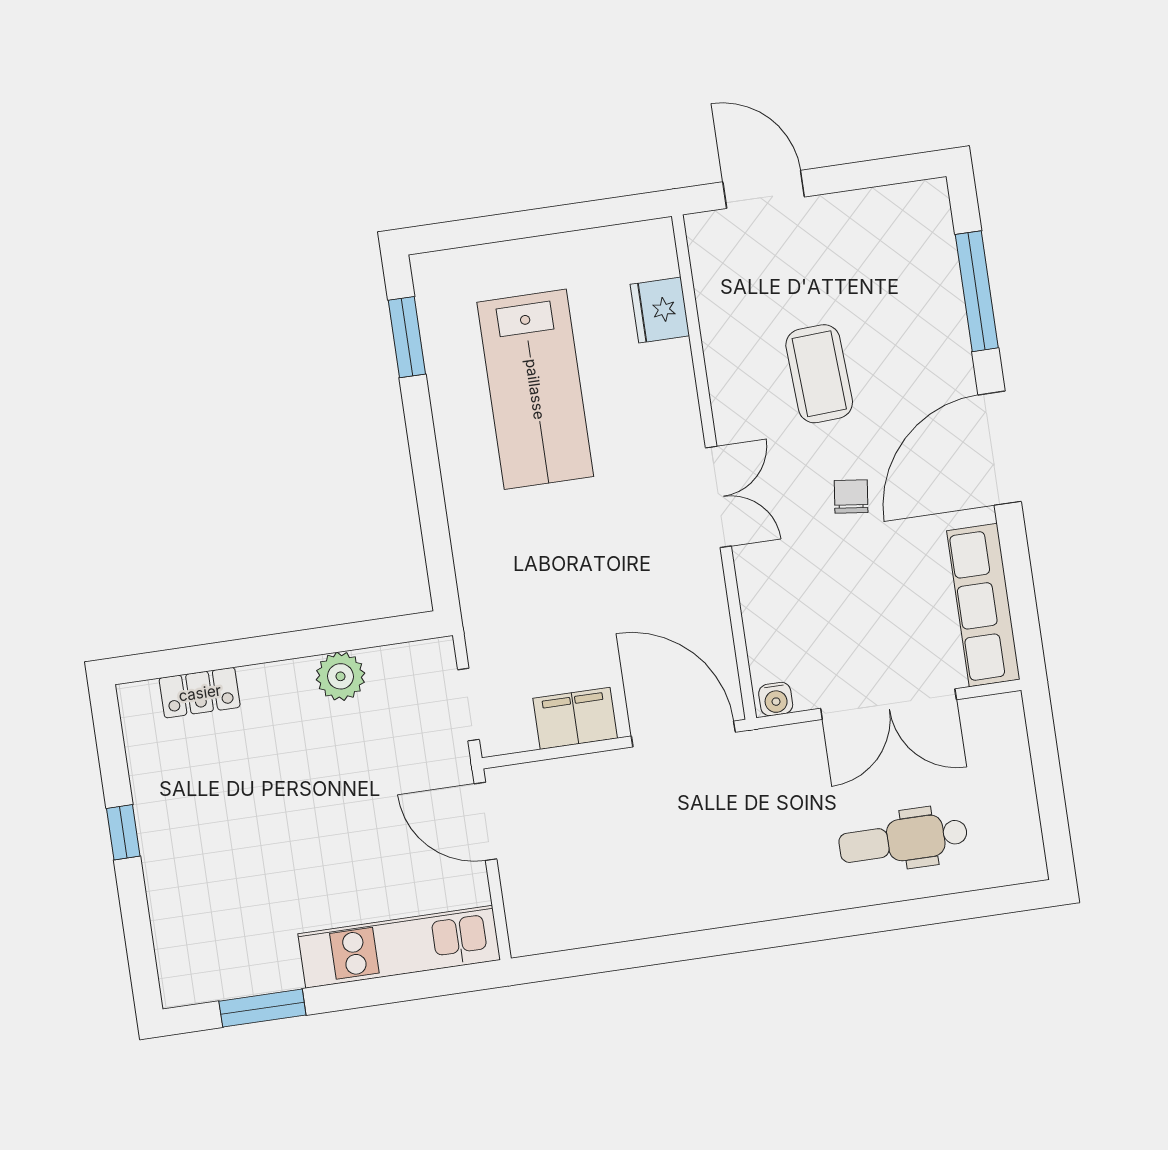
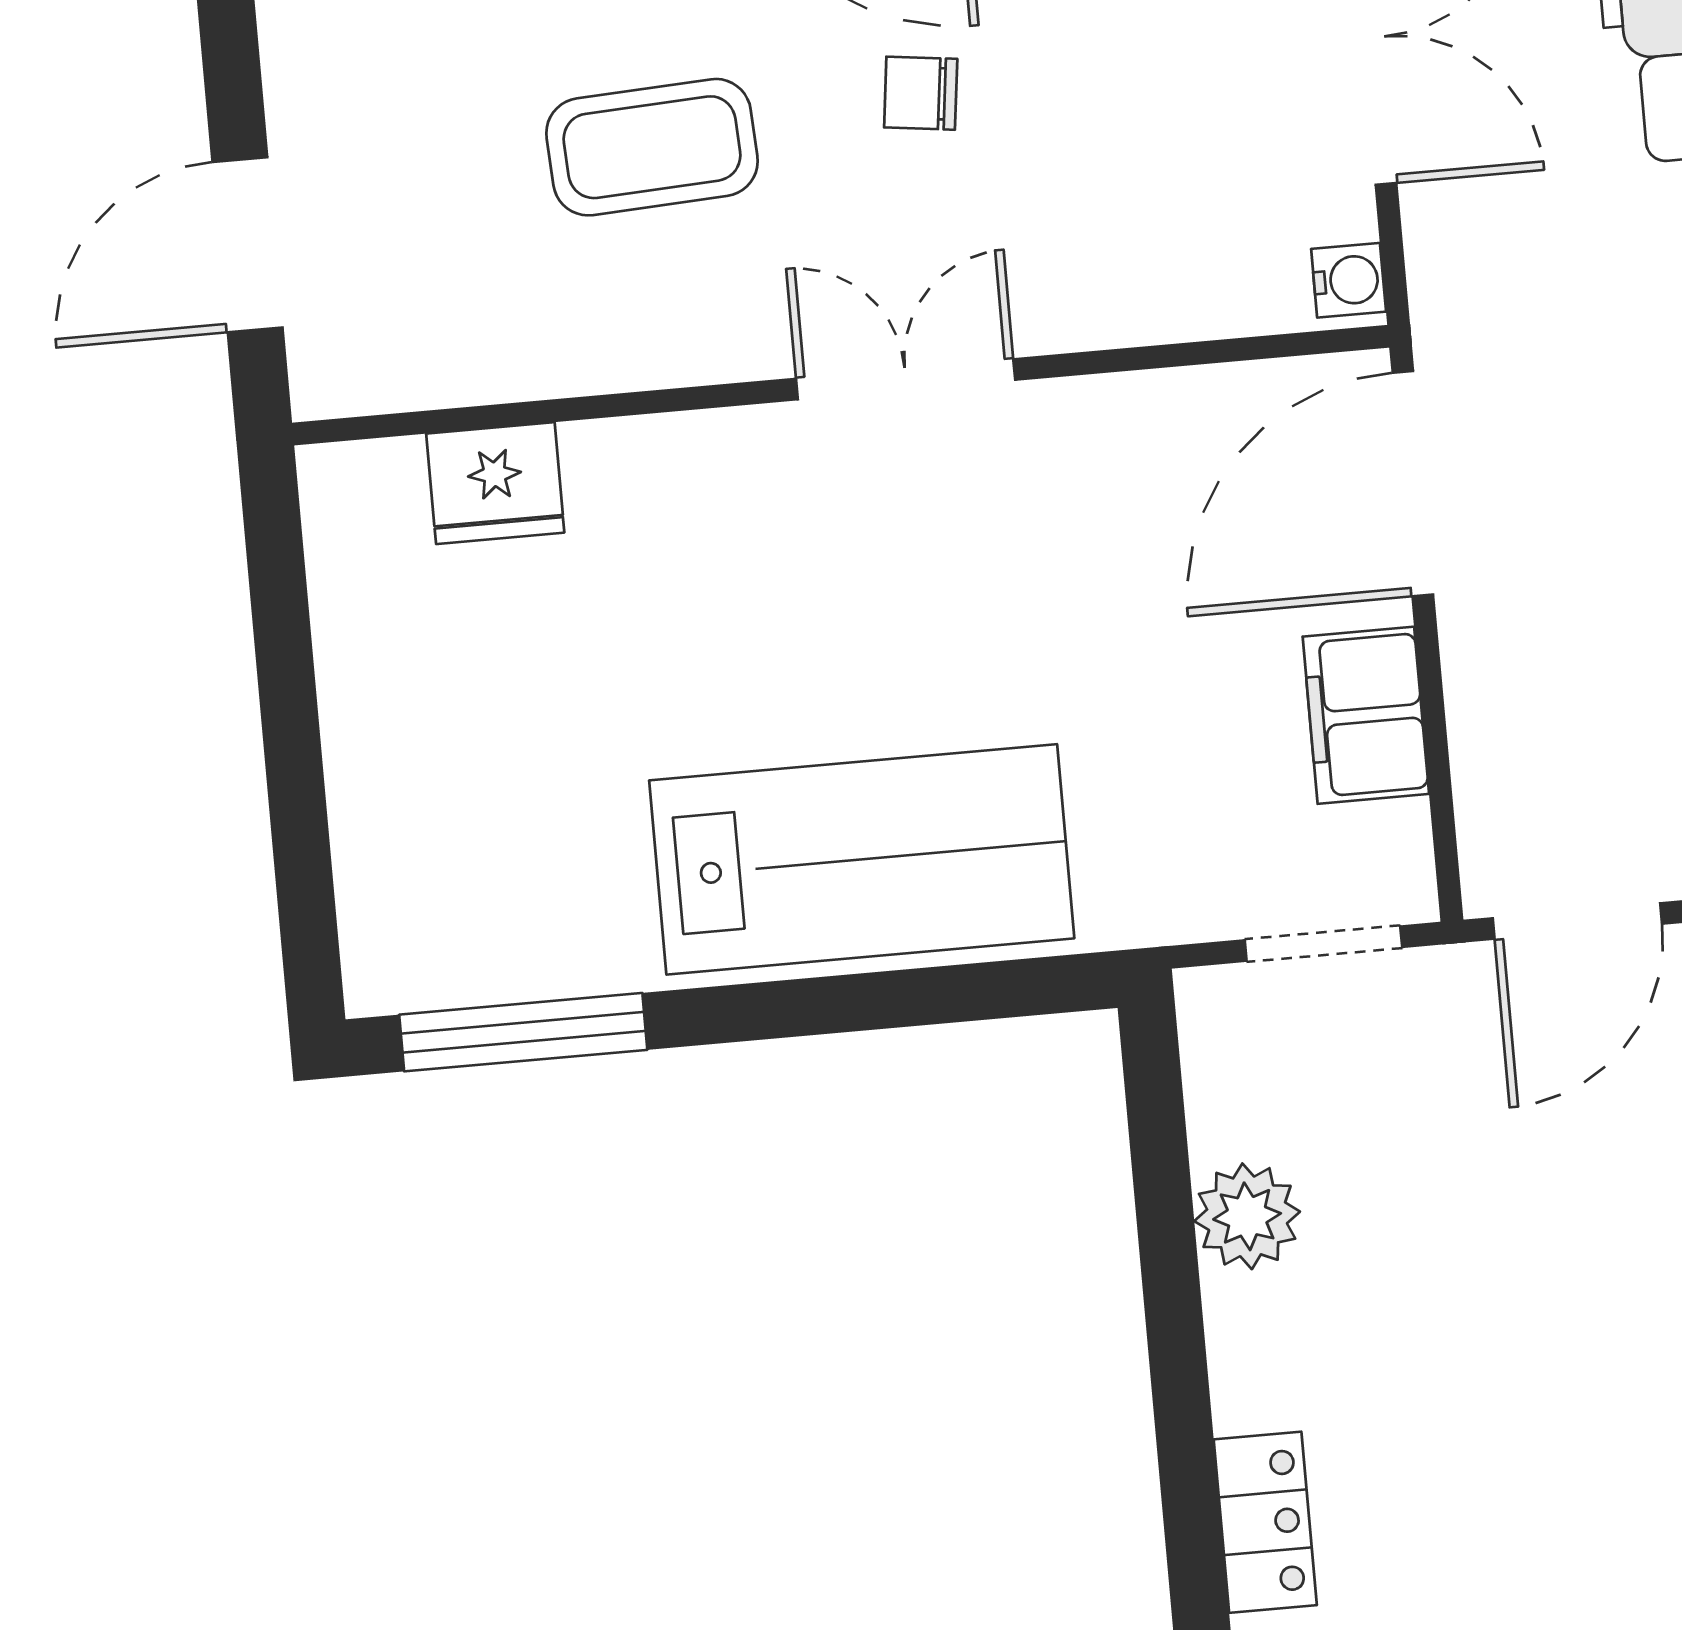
window: (407, 337) -> (523, 1032), width x1.44
lab bench: (535, 389) -> (862, 859), moved

